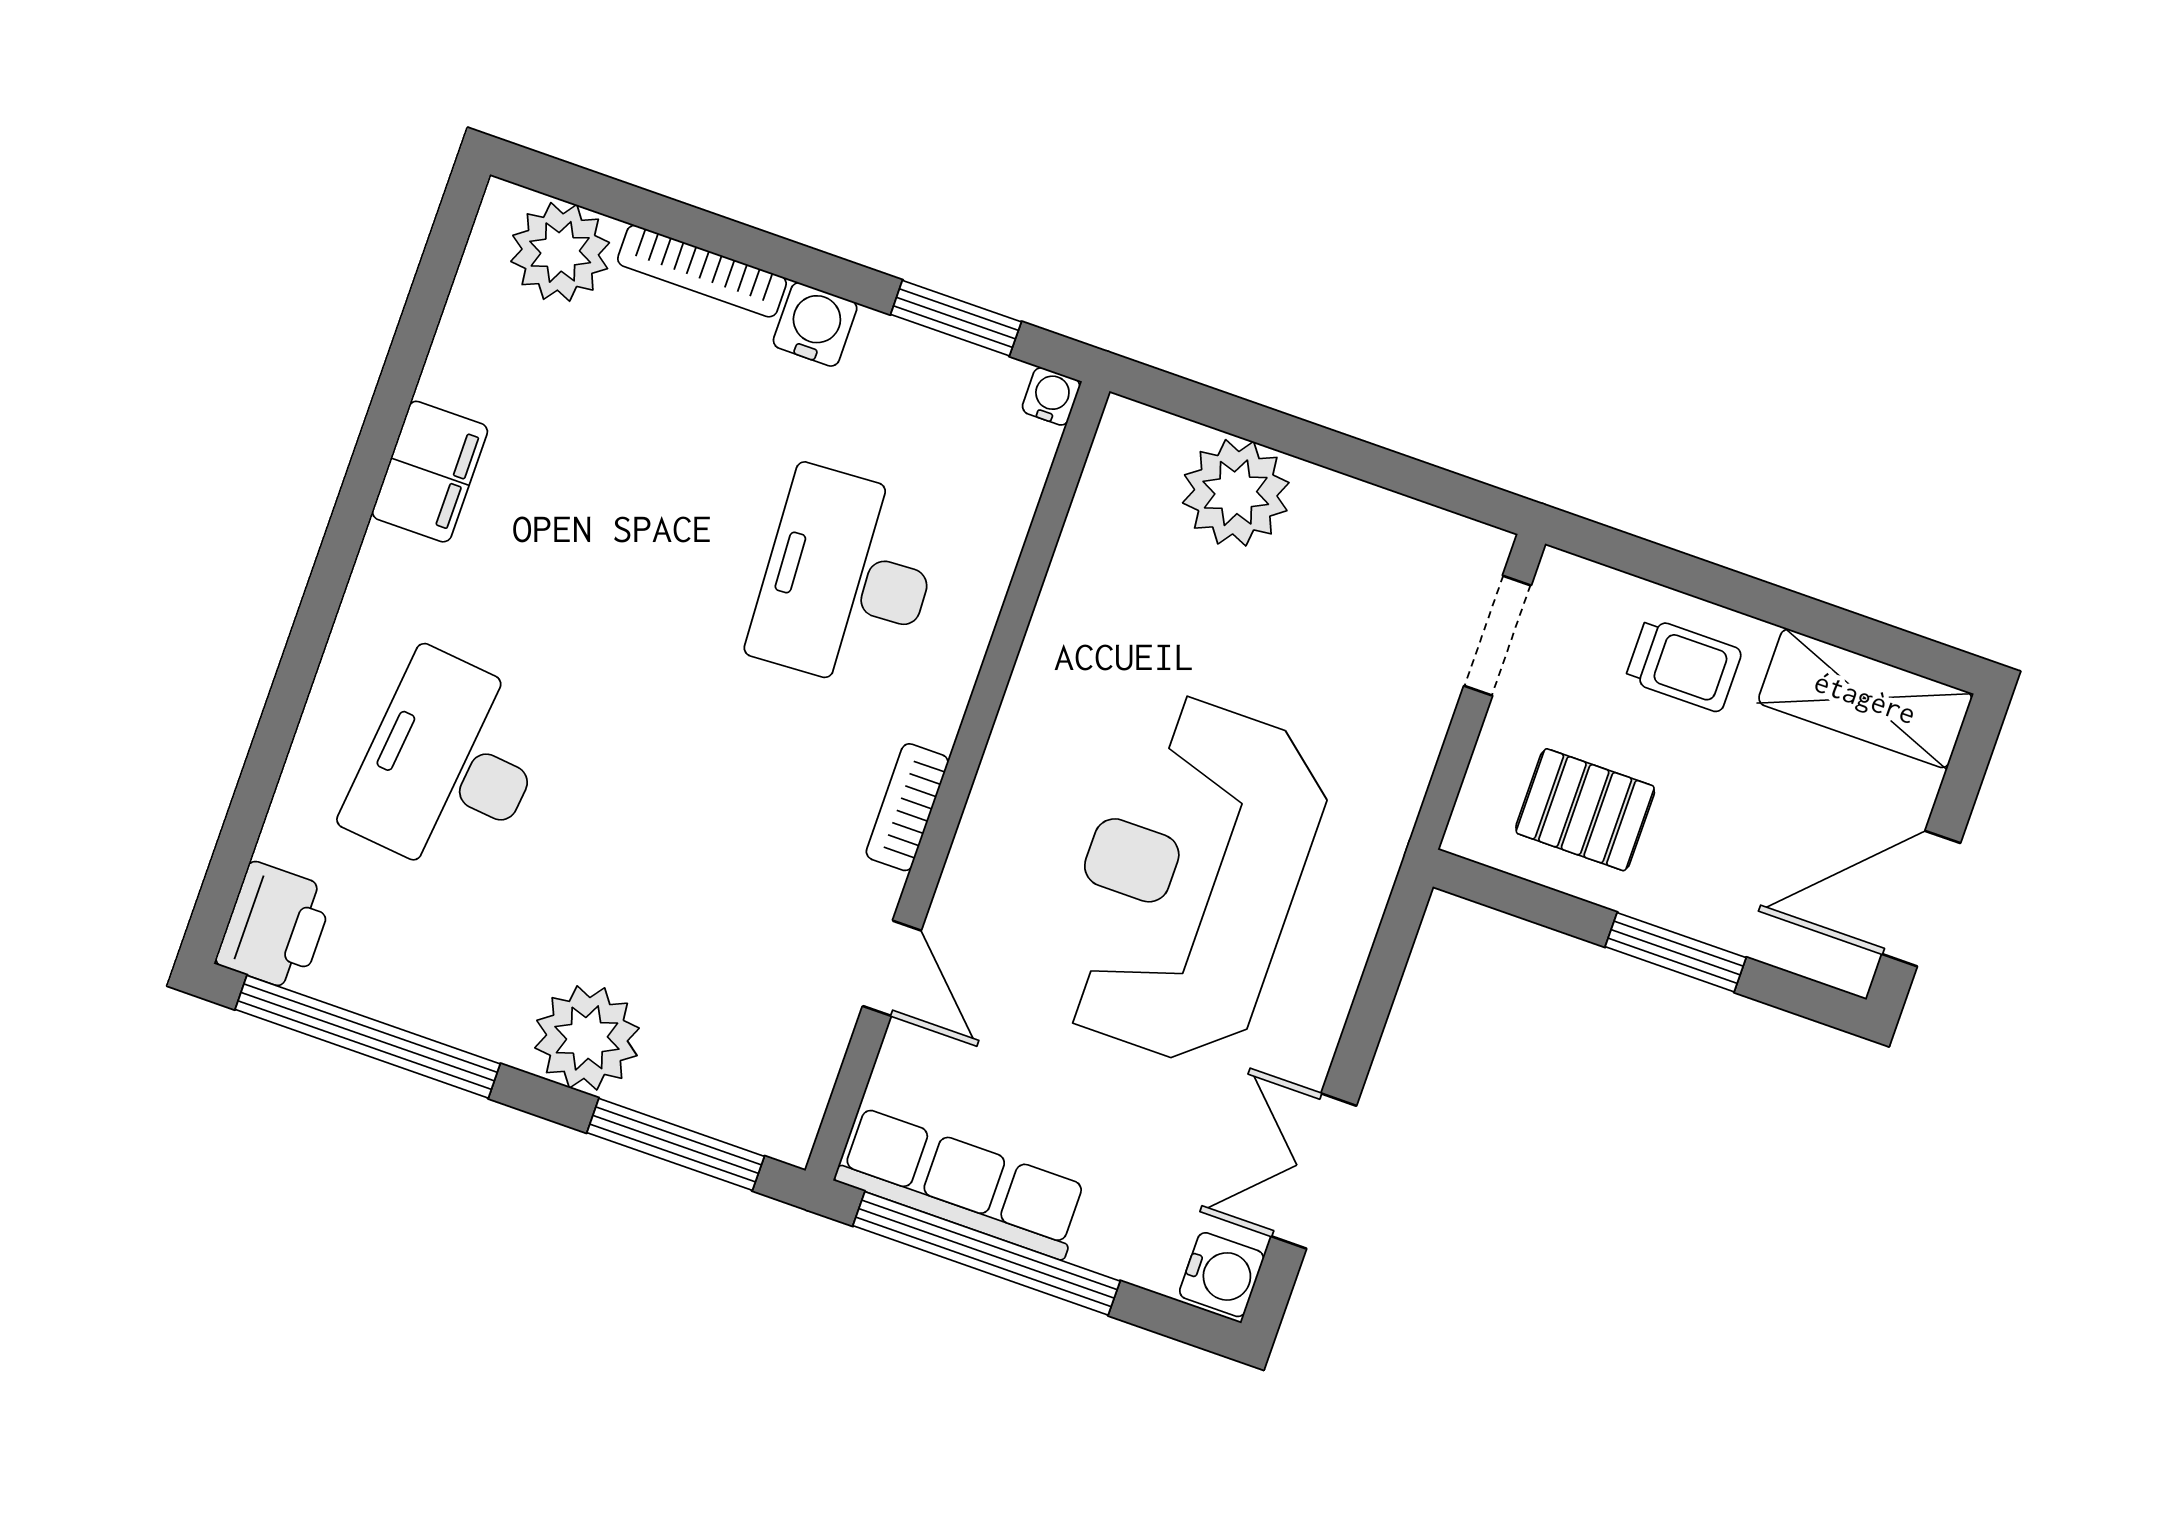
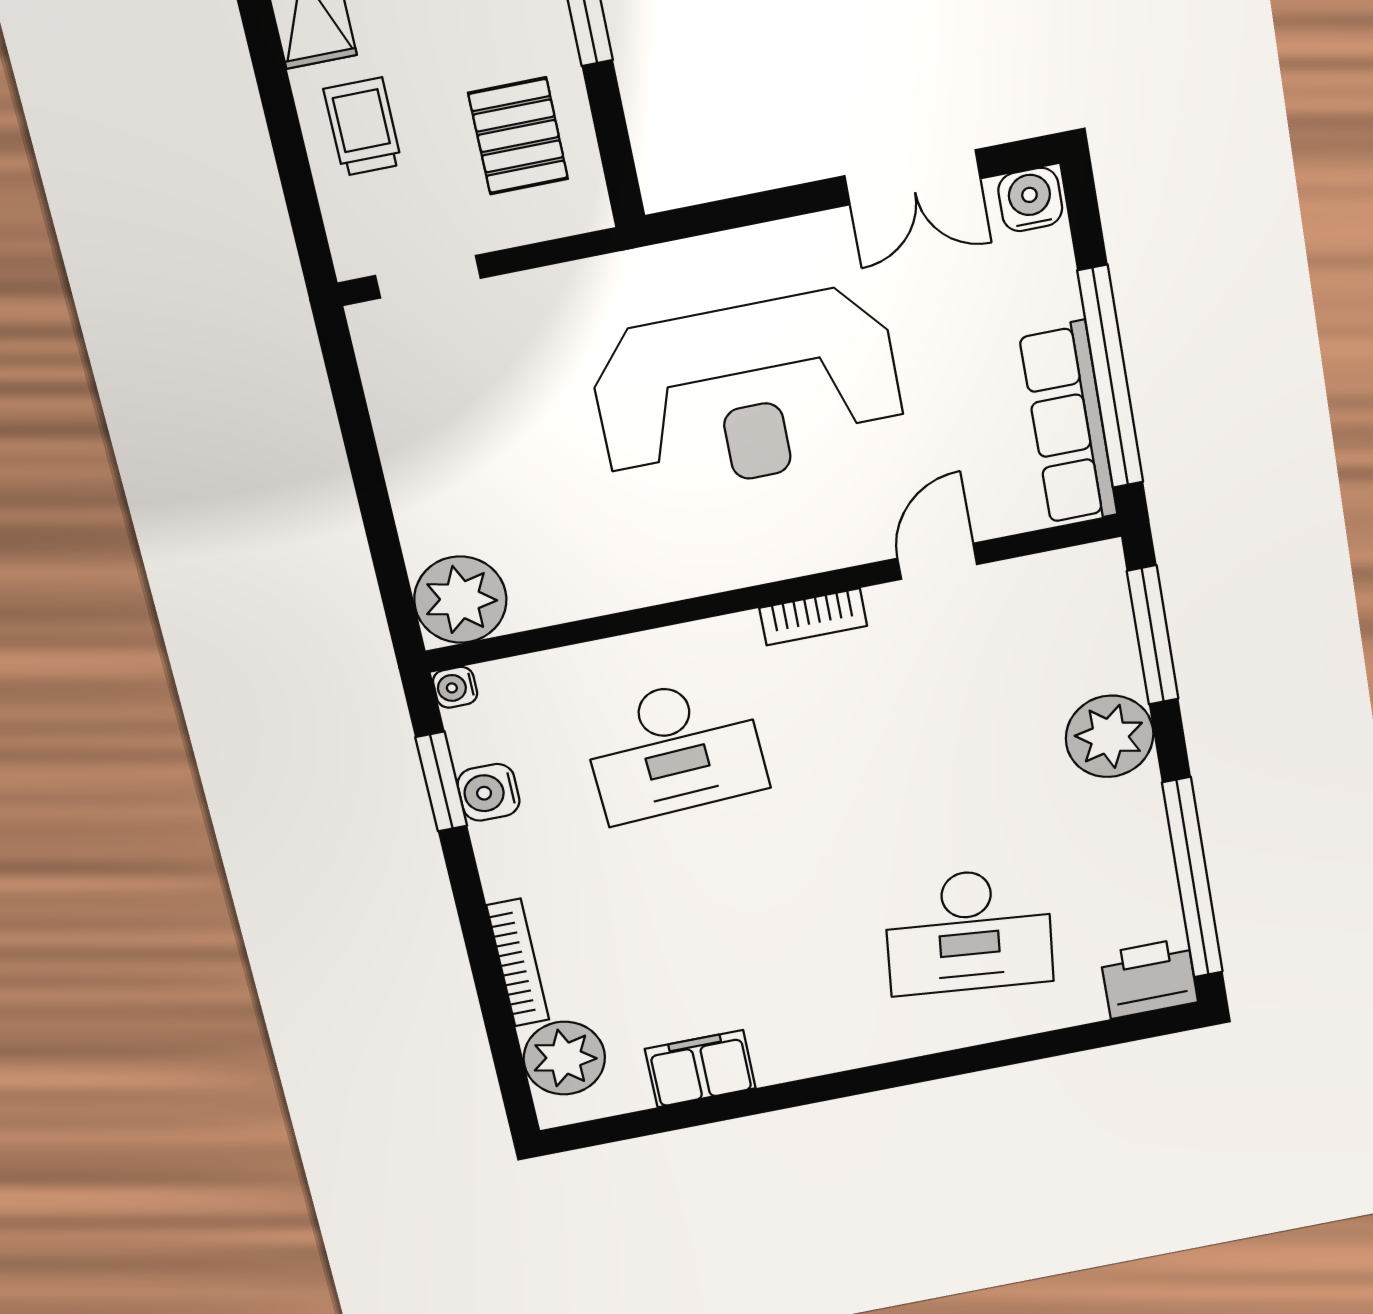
water cooler: (815, 324) -> (489, 792), moved
filing cabinet: (430, 472) -> (700, 1069), moved
plant: (1236, 493) -> (460, 600), moved

